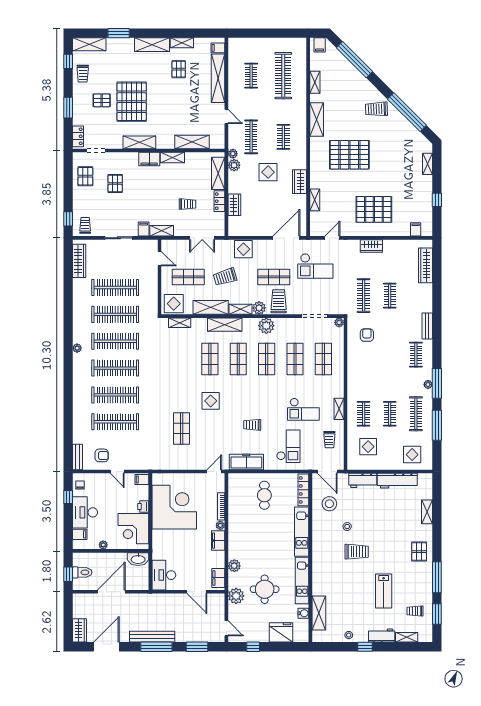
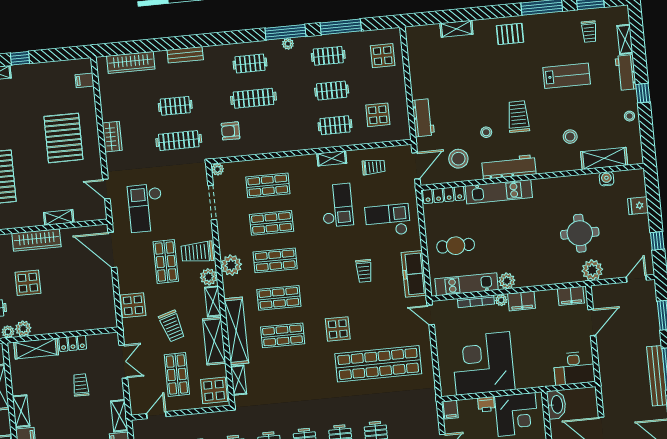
wardrobe: (299, 182) -> (36, 240), width x1.50
window: (437, 200) -> (20, 58), moved
wardrobe: (234, 205) -> (75, 323), removed
checkout: (315, 266) -> (146, 208), turned 180
shelving: (225, 325) -> (236, 331), width x1.47
bench: (427, 326) -> (185, 55), moved
clothes rail: (390, 355) -> (253, 98), added
clothes rail: (416, 414) -> (328, 56), width x0.73
shop shelf: (182, 429) -> (378, 364), width x2.00, depth x1.36
workbench: (397, 481) -> (509, 167), moved, turned -90
plant: (234, 566) -> (507, 281), moved
kitchen unit: (302, 581) -> (467, 284), moved, turned 180
stool: (338, 589) -> (570, 137), added
fridge: (281, 632) -> (638, 206), width x0.53, depth x0.75

